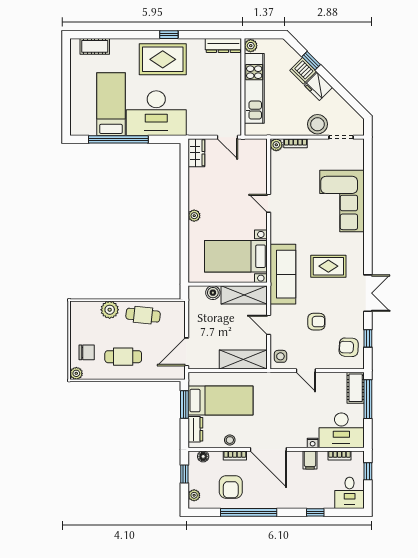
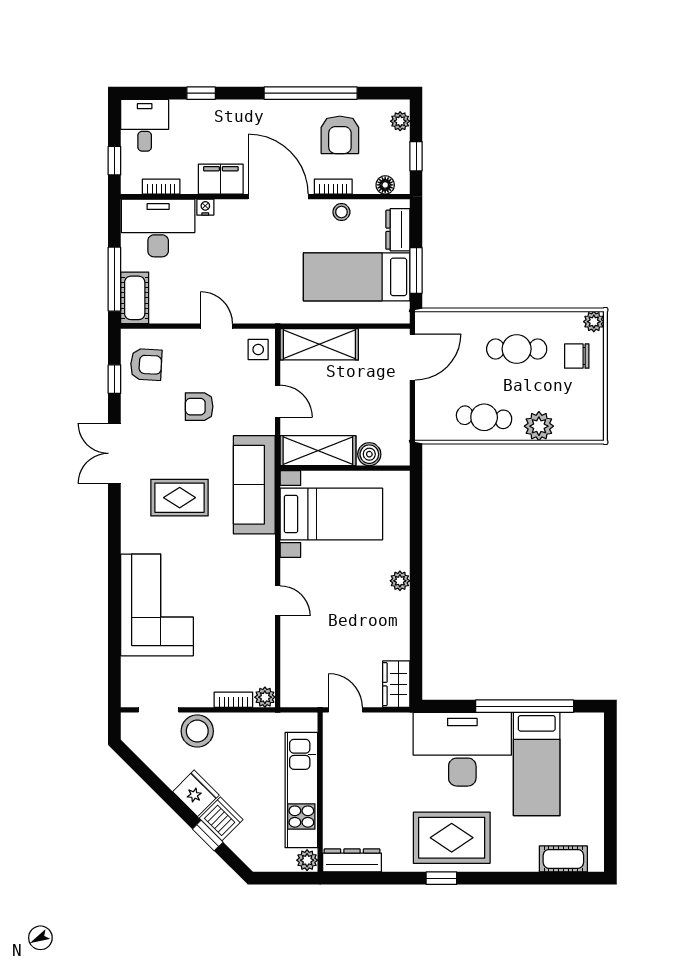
filing cabinet: (310, 460) -> (221, 179), width x2.00
armchair: (231, 487) -> (340, 135), turned 180

